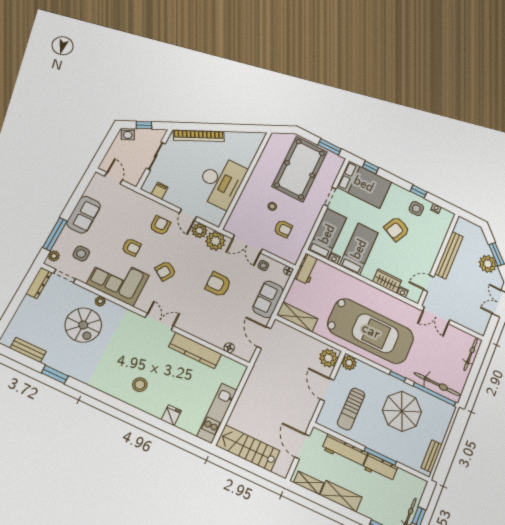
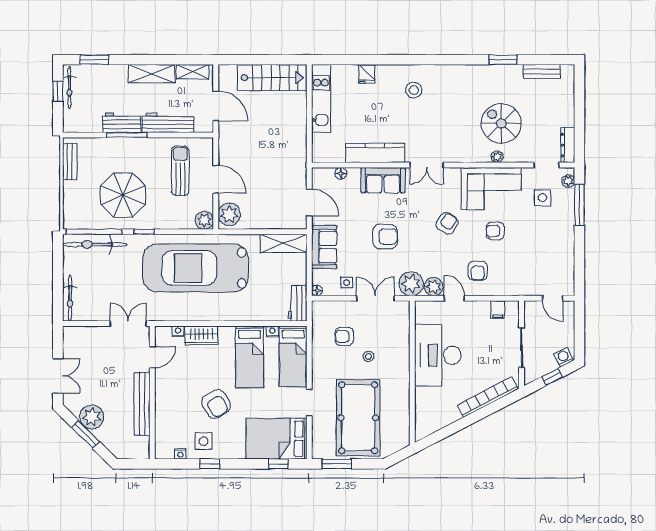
sofa: (84, 215) -> (383, 180), moved, turned -90
armchair: (397, 229) -> (216, 404), turned 123

